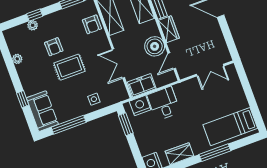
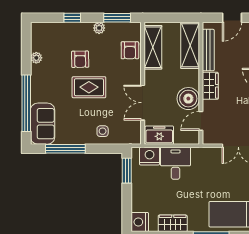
plant: (33, 25) -> (99, 28), moved
window: (23, 99) -> (26, 103), width x3.17

